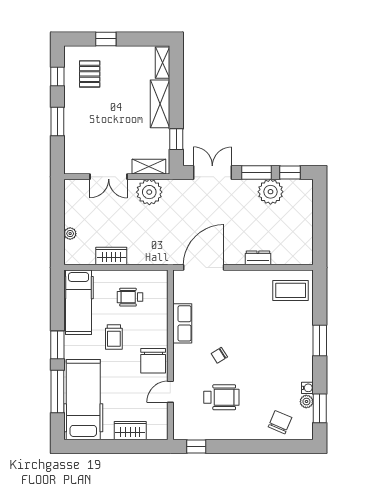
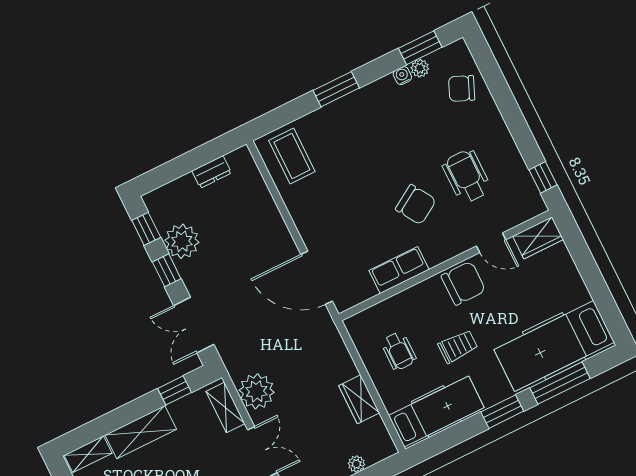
window: (257, 173) -> (167, 270), width x0.67
dresser: (258, 258) -> (212, 172), moved, turned -90
chair: (219, 355) -> (416, 205), width x1.87, depth x1.87
wardrobe: (130, 431) -> (538, 238), moved, turned -90

